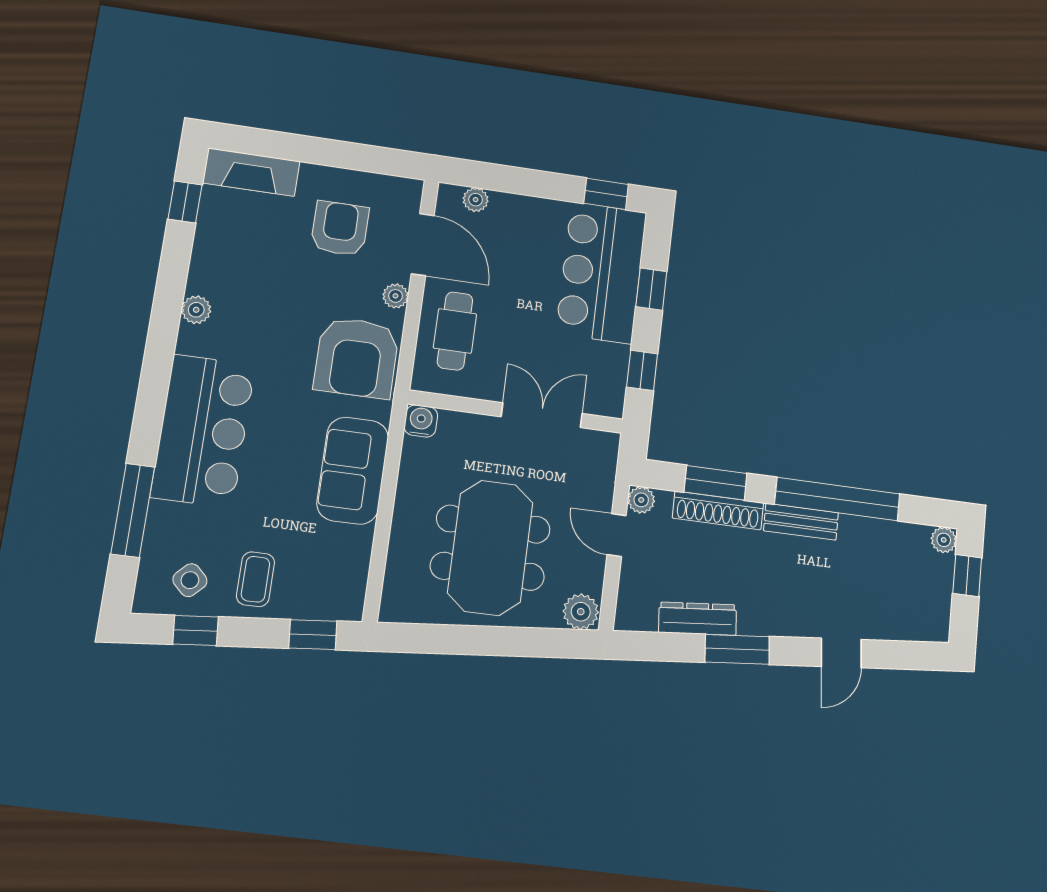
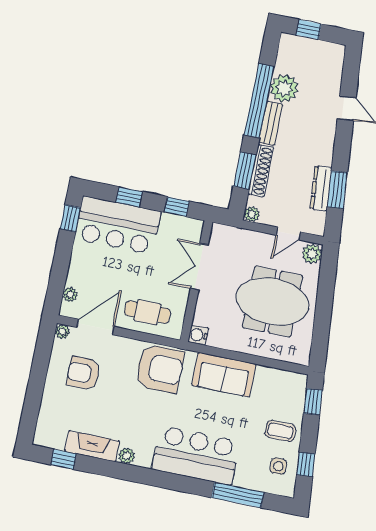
fireplace: (251, 172) -> (92, 446), moved, turned -90
plant: (396, 296) -> (62, 332), moved
door: (617, 535) -> (288, 234), moved
plant: (944, 540) -> (284, 88), moved, width x1.87, depth x1.87
side table: (190, 580) -> (278, 466), turned 45
window: (737, 649) -> (337, 190), moved

